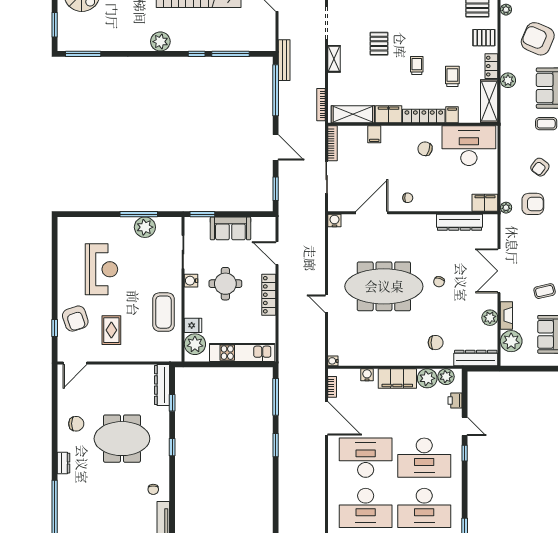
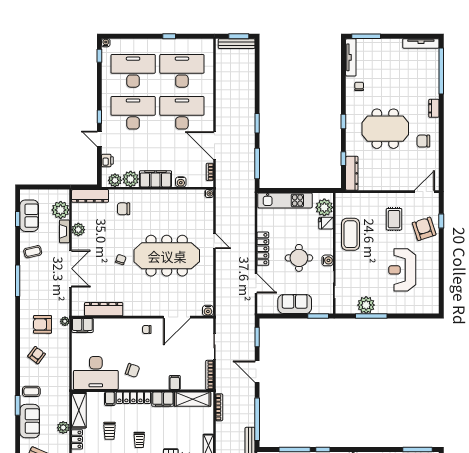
desk: (366, 458) -> (182, 113), turned 180

